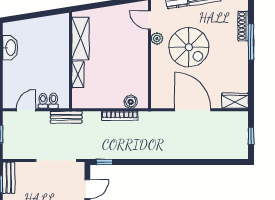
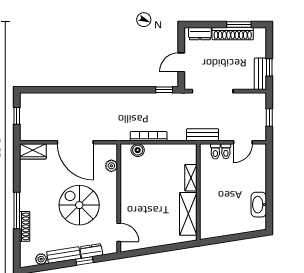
plant: (157, 39) -> (111, 166), moved

